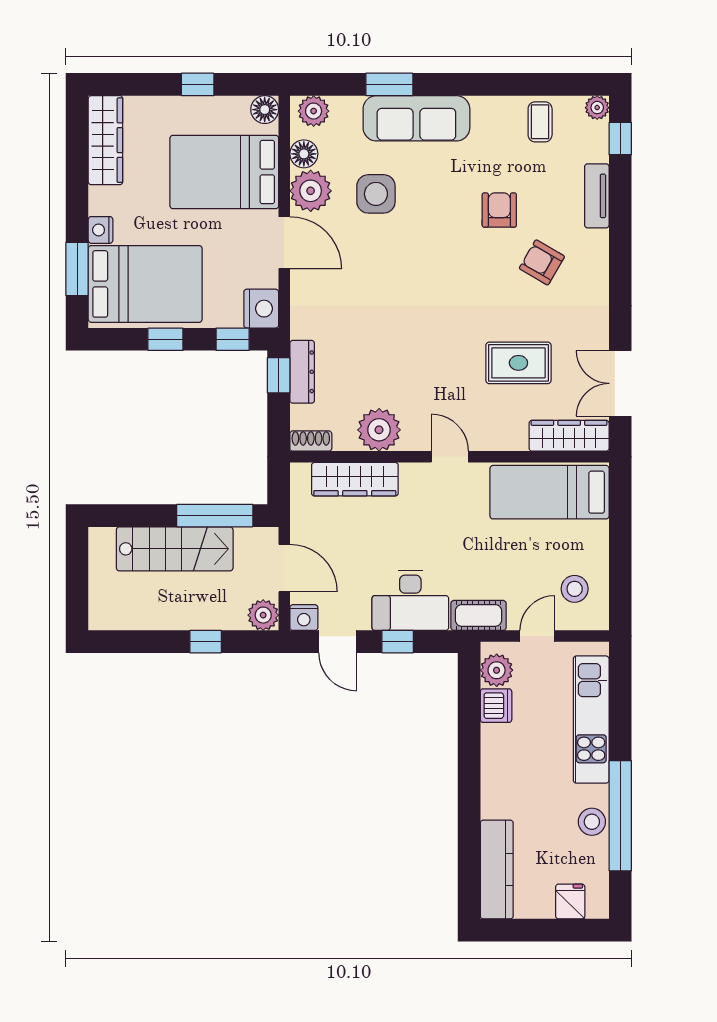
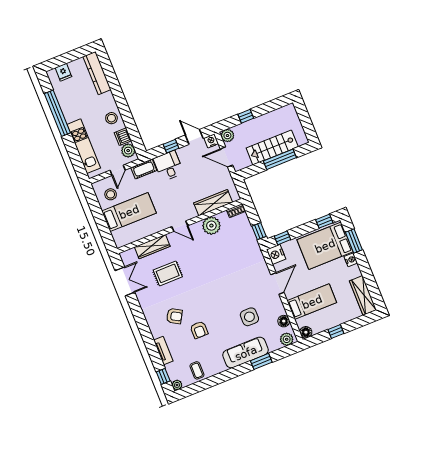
bed: (224, 172) -> (312, 302), width x0.67
plant: (311, 191) -> (275, 308), removed
door: (284, 243) -> (277, 284), swing flipped
window: (165, 339) -> (324, 221), moved
dresser: (302, 372) -> (250, 236), removed
wardrobe: (569, 436) -> (152, 247), moved
bed: (550, 492) -> (129, 212), moved
window: (215, 516) -> (280, 159), moved
desk: (410, 600) -> (169, 166), width x0.73
stool: (592, 822) -> (111, 118), moved

